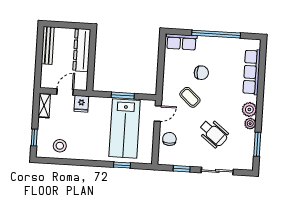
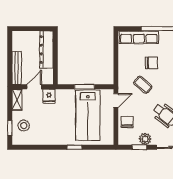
row of seats: (181, 42) -> (139, 37), width x1.48
bench: (48, 45) -> (17, 68), moved
stool: (60, 146) -> (24, 126), moved
plant: (189, 160) -> (145, 139), added
window: (122, 165) -> (75, 147), moved

